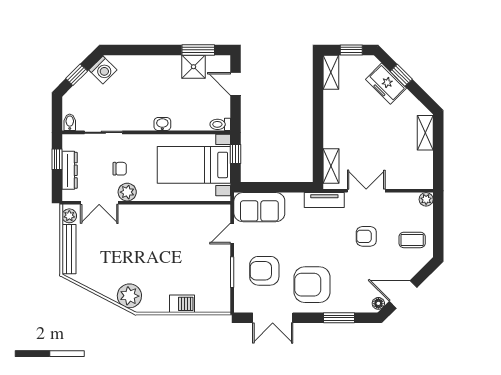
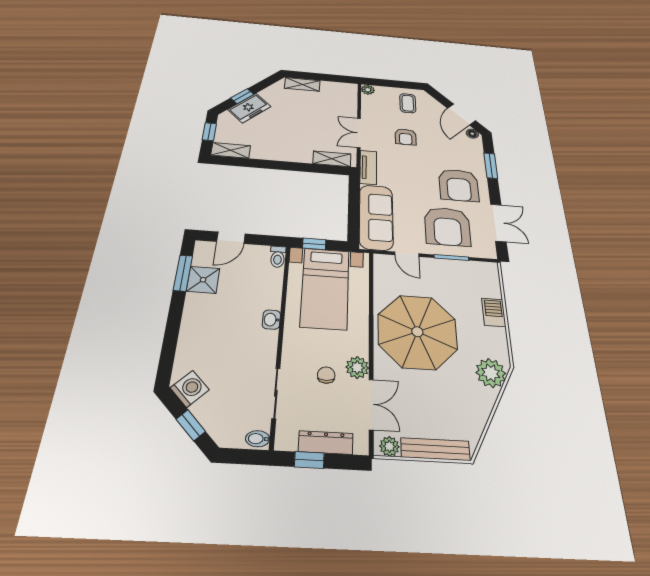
sofa: (259, 207) -> (376, 217), width x1.36
parasol: (160, 240) -> (417, 332), added
armchair: (264, 271) -> (447, 226), width x1.36, depth x1.36

